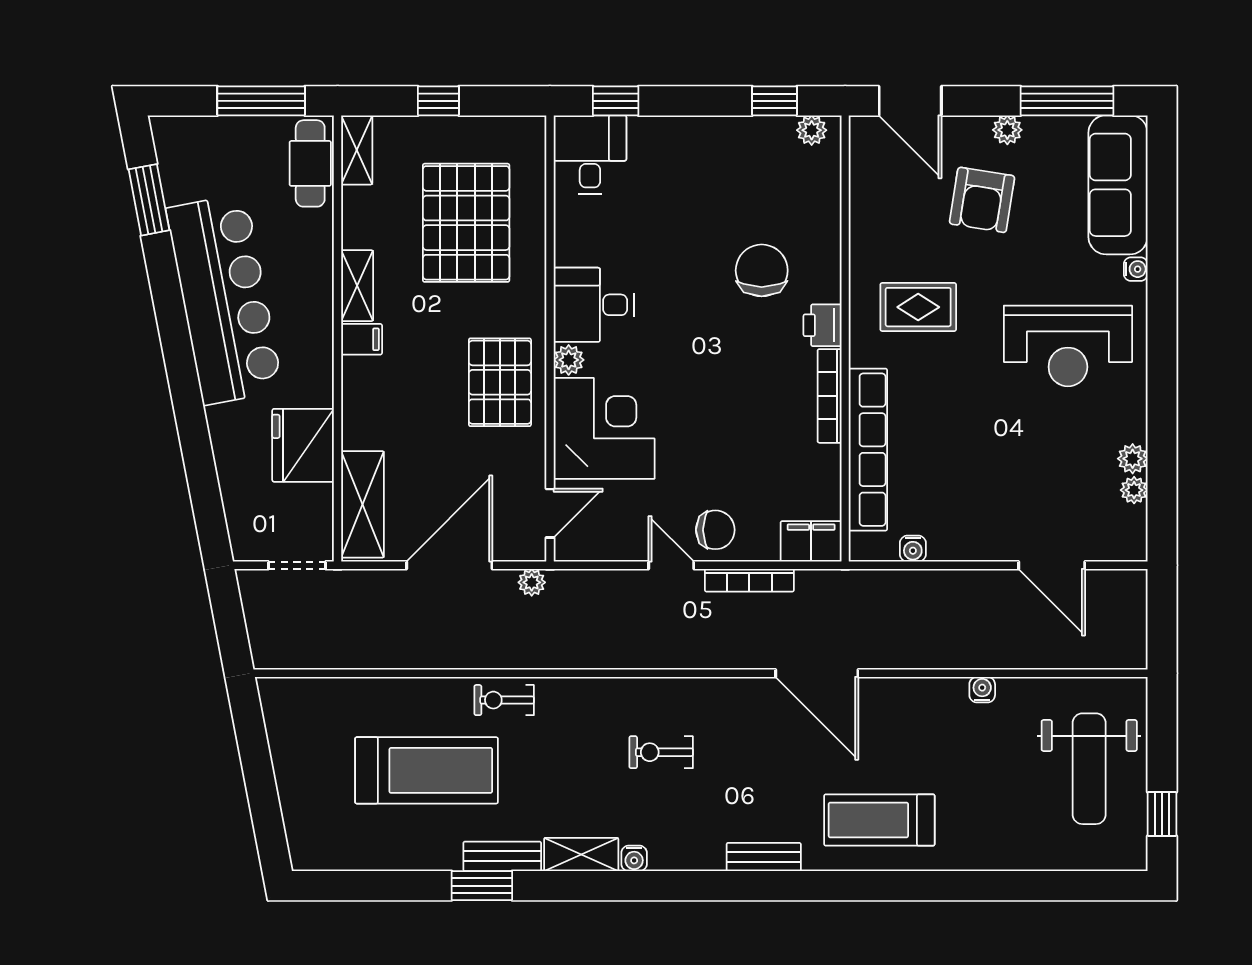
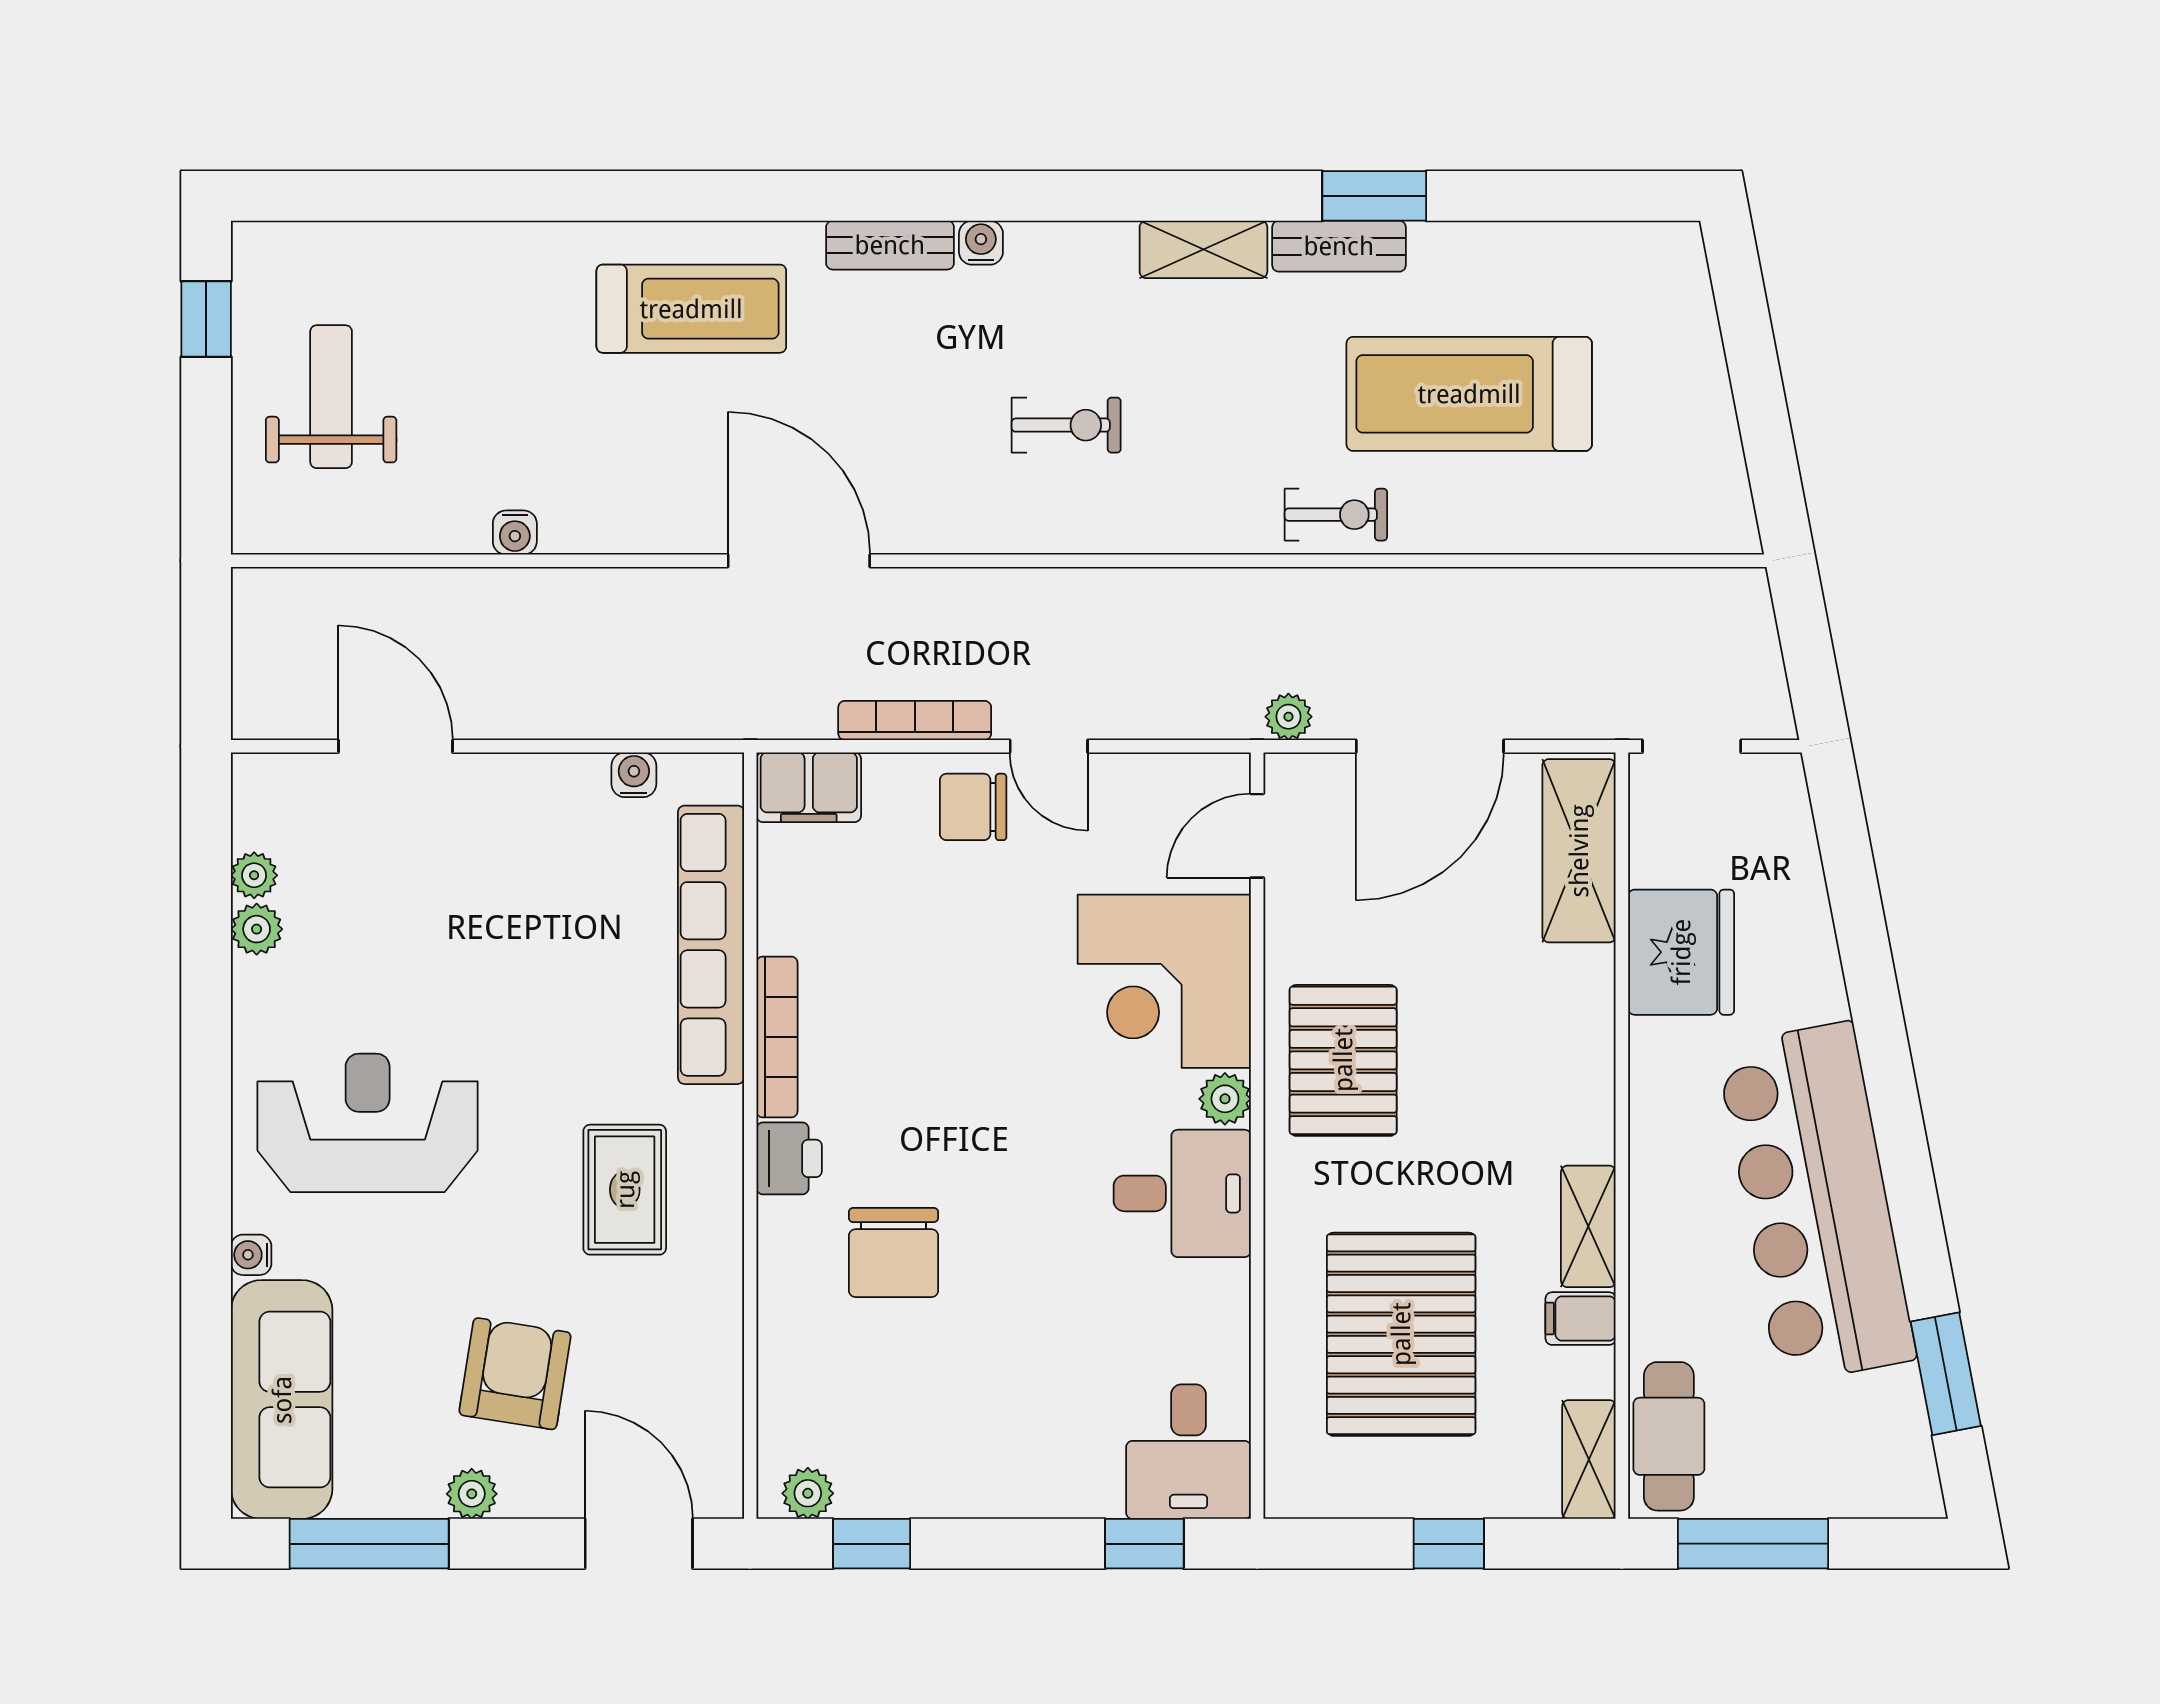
rug: (918, 307) -> (625, 1190), turned 90
filing cabinet: (362, 339) -> (1581, 1319), moved
weight bench: (1089, 769) -> (331, 397), width x0.73, depth x0.75
water cooler: (634, 858) -> (981, 243), moved

